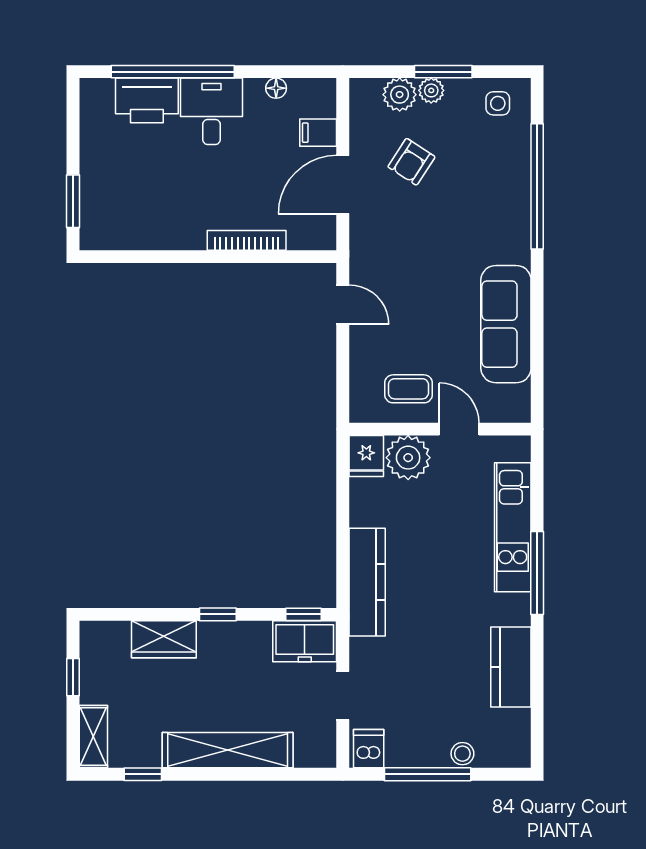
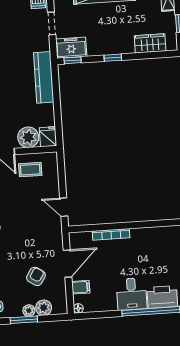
floor lamp: (276, 88) -> (78, 308), moved
wardrobe: (164, 639) -> (150, 43), moved

